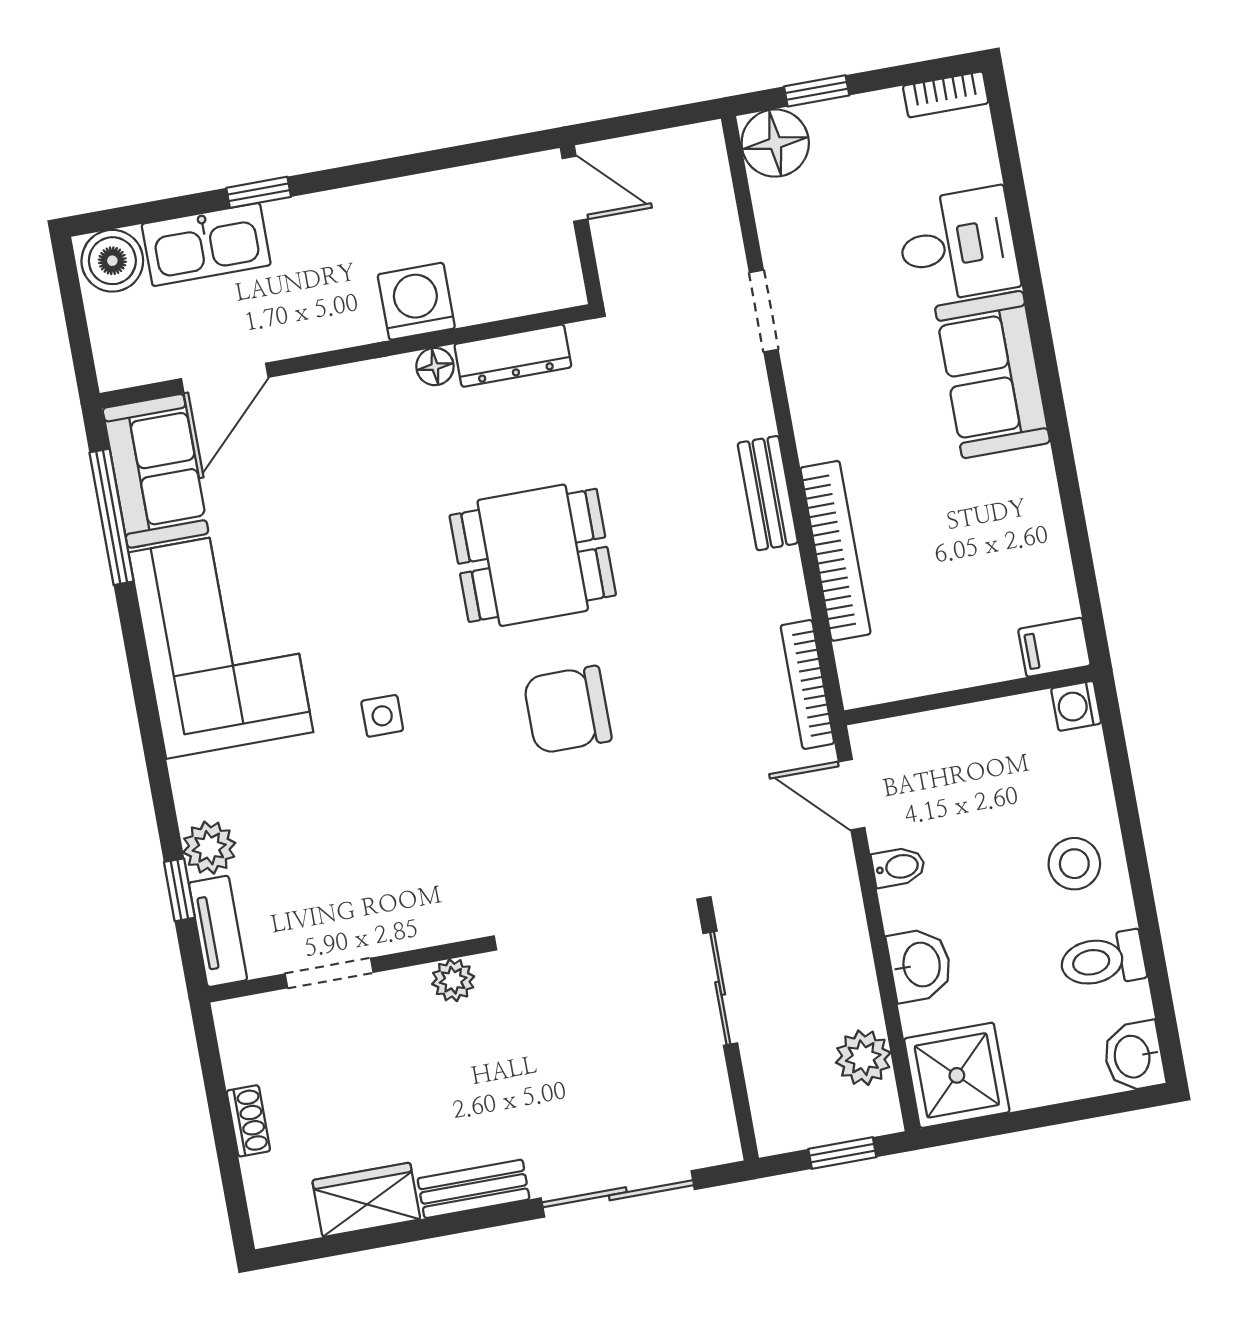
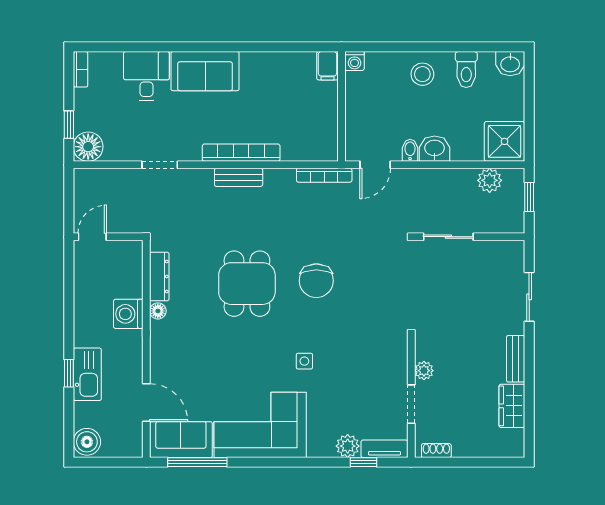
kitchen sink: (206, 245) -> (87, 374), moved
bookcase: (835, 551) -> (241, 153), moved
washbasin: (920, 965) -> (435, 149), moved
plant: (453, 980) -> (424, 371), moved
shoe rack: (248, 1121) -> (436, 451), moved
sliding door: (618, 1194) -> (529, 297), width x0.73

